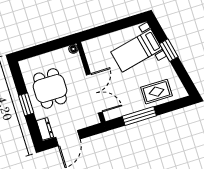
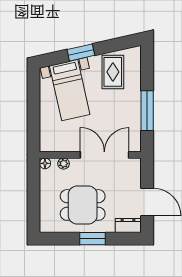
plant: (78, 64) -> (64, 164), added
rug: (156, 92) -> (113, 72), moved

